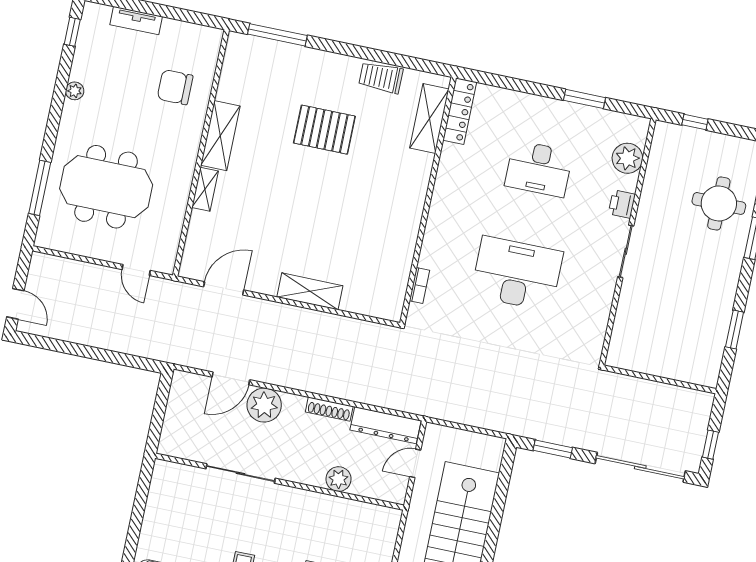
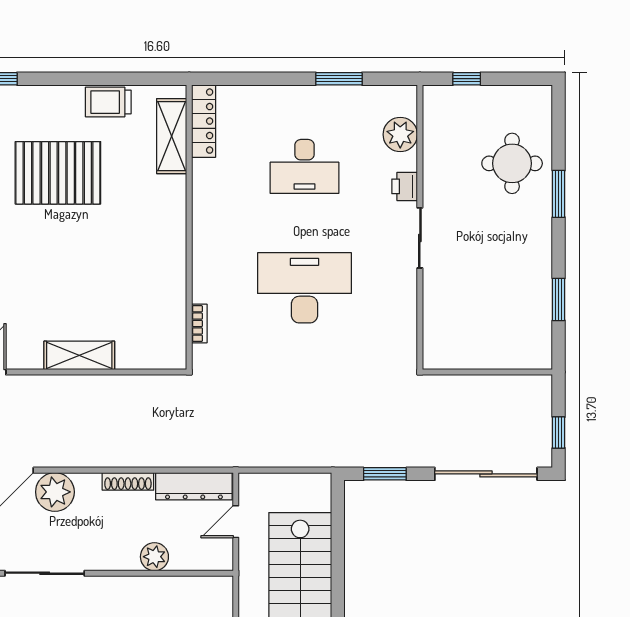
pallet: (324, 130) -> (58, 173), width x1.37, depth x1.41

